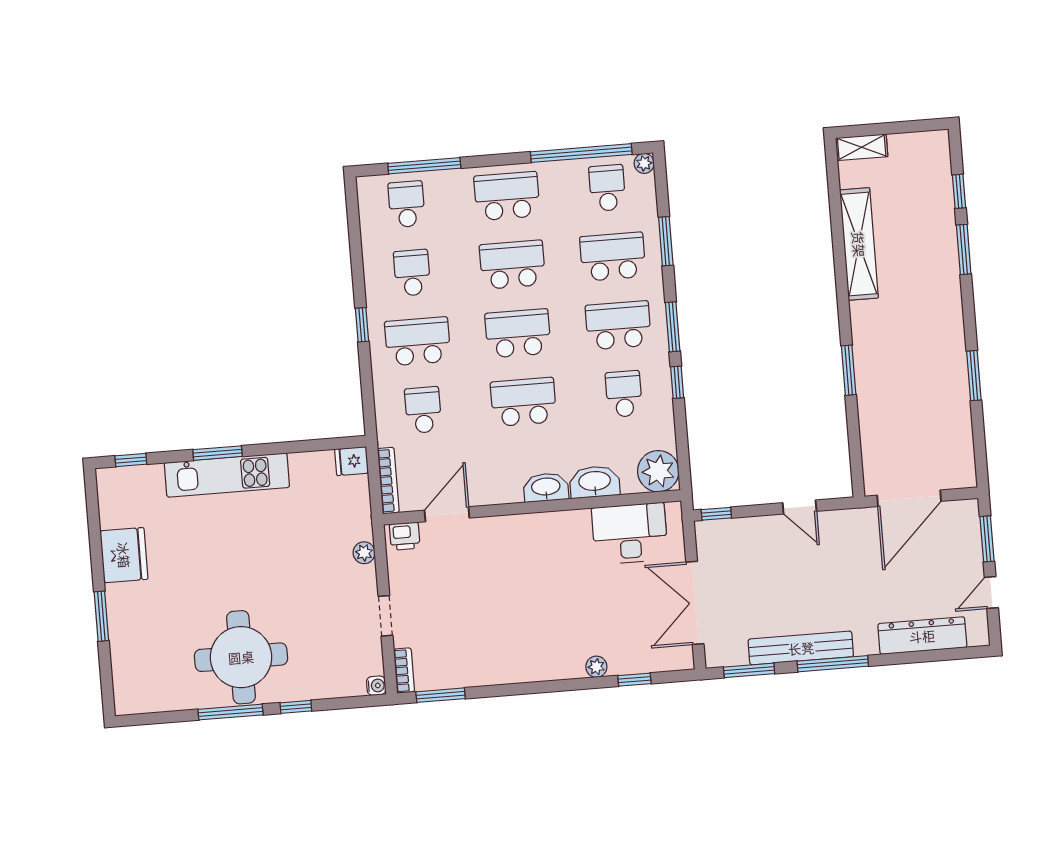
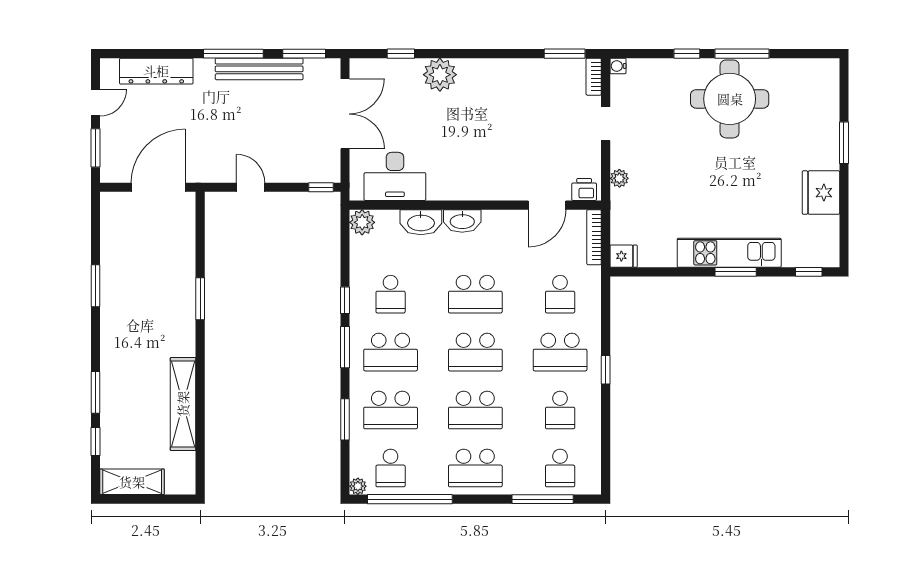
shelving: (862, 147) -> (132, 482), moved, width x1.50, depth x1.33
plant: (658, 471) -> (362, 222), width x0.73, depth x0.73
plant: (596, 667) -> (440, 75), width x1.87, depth x1.87

